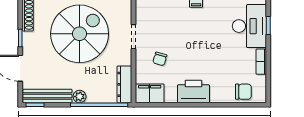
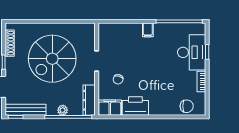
spiral stairs: (80, 34) -> (52, 59), turned 180
printer: (194, 91) -> (135, 106), moved
plant: (80, 97) -> (63, 110), moved

